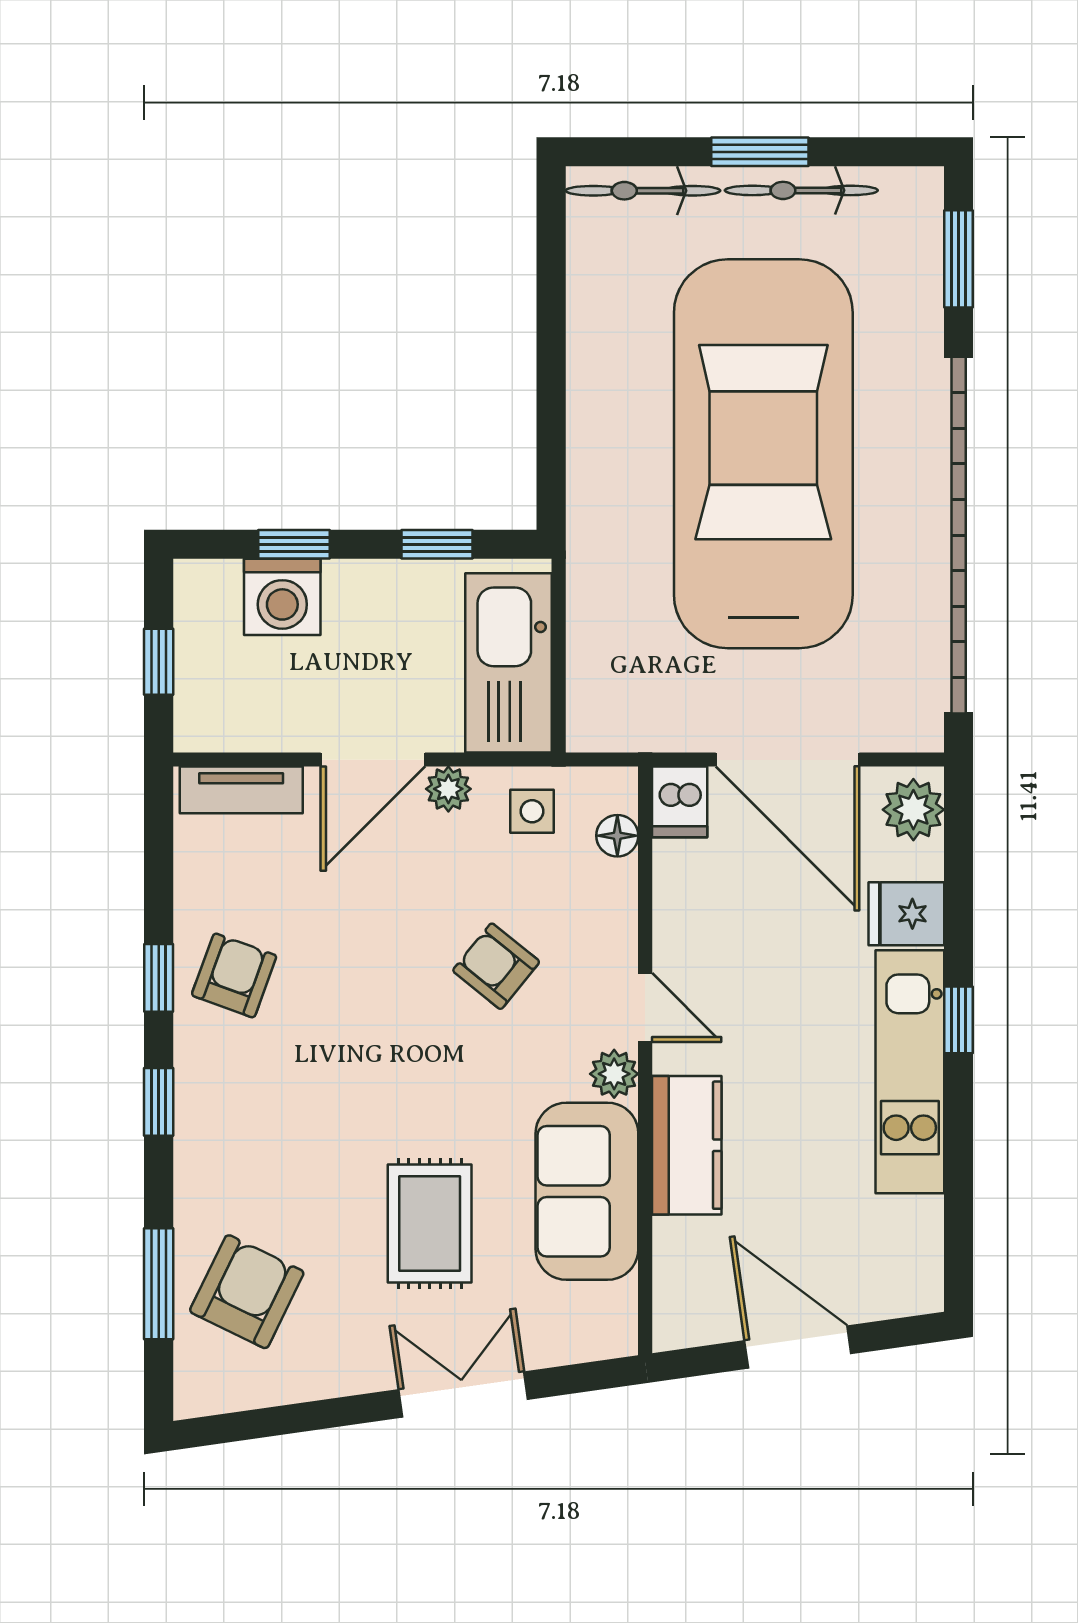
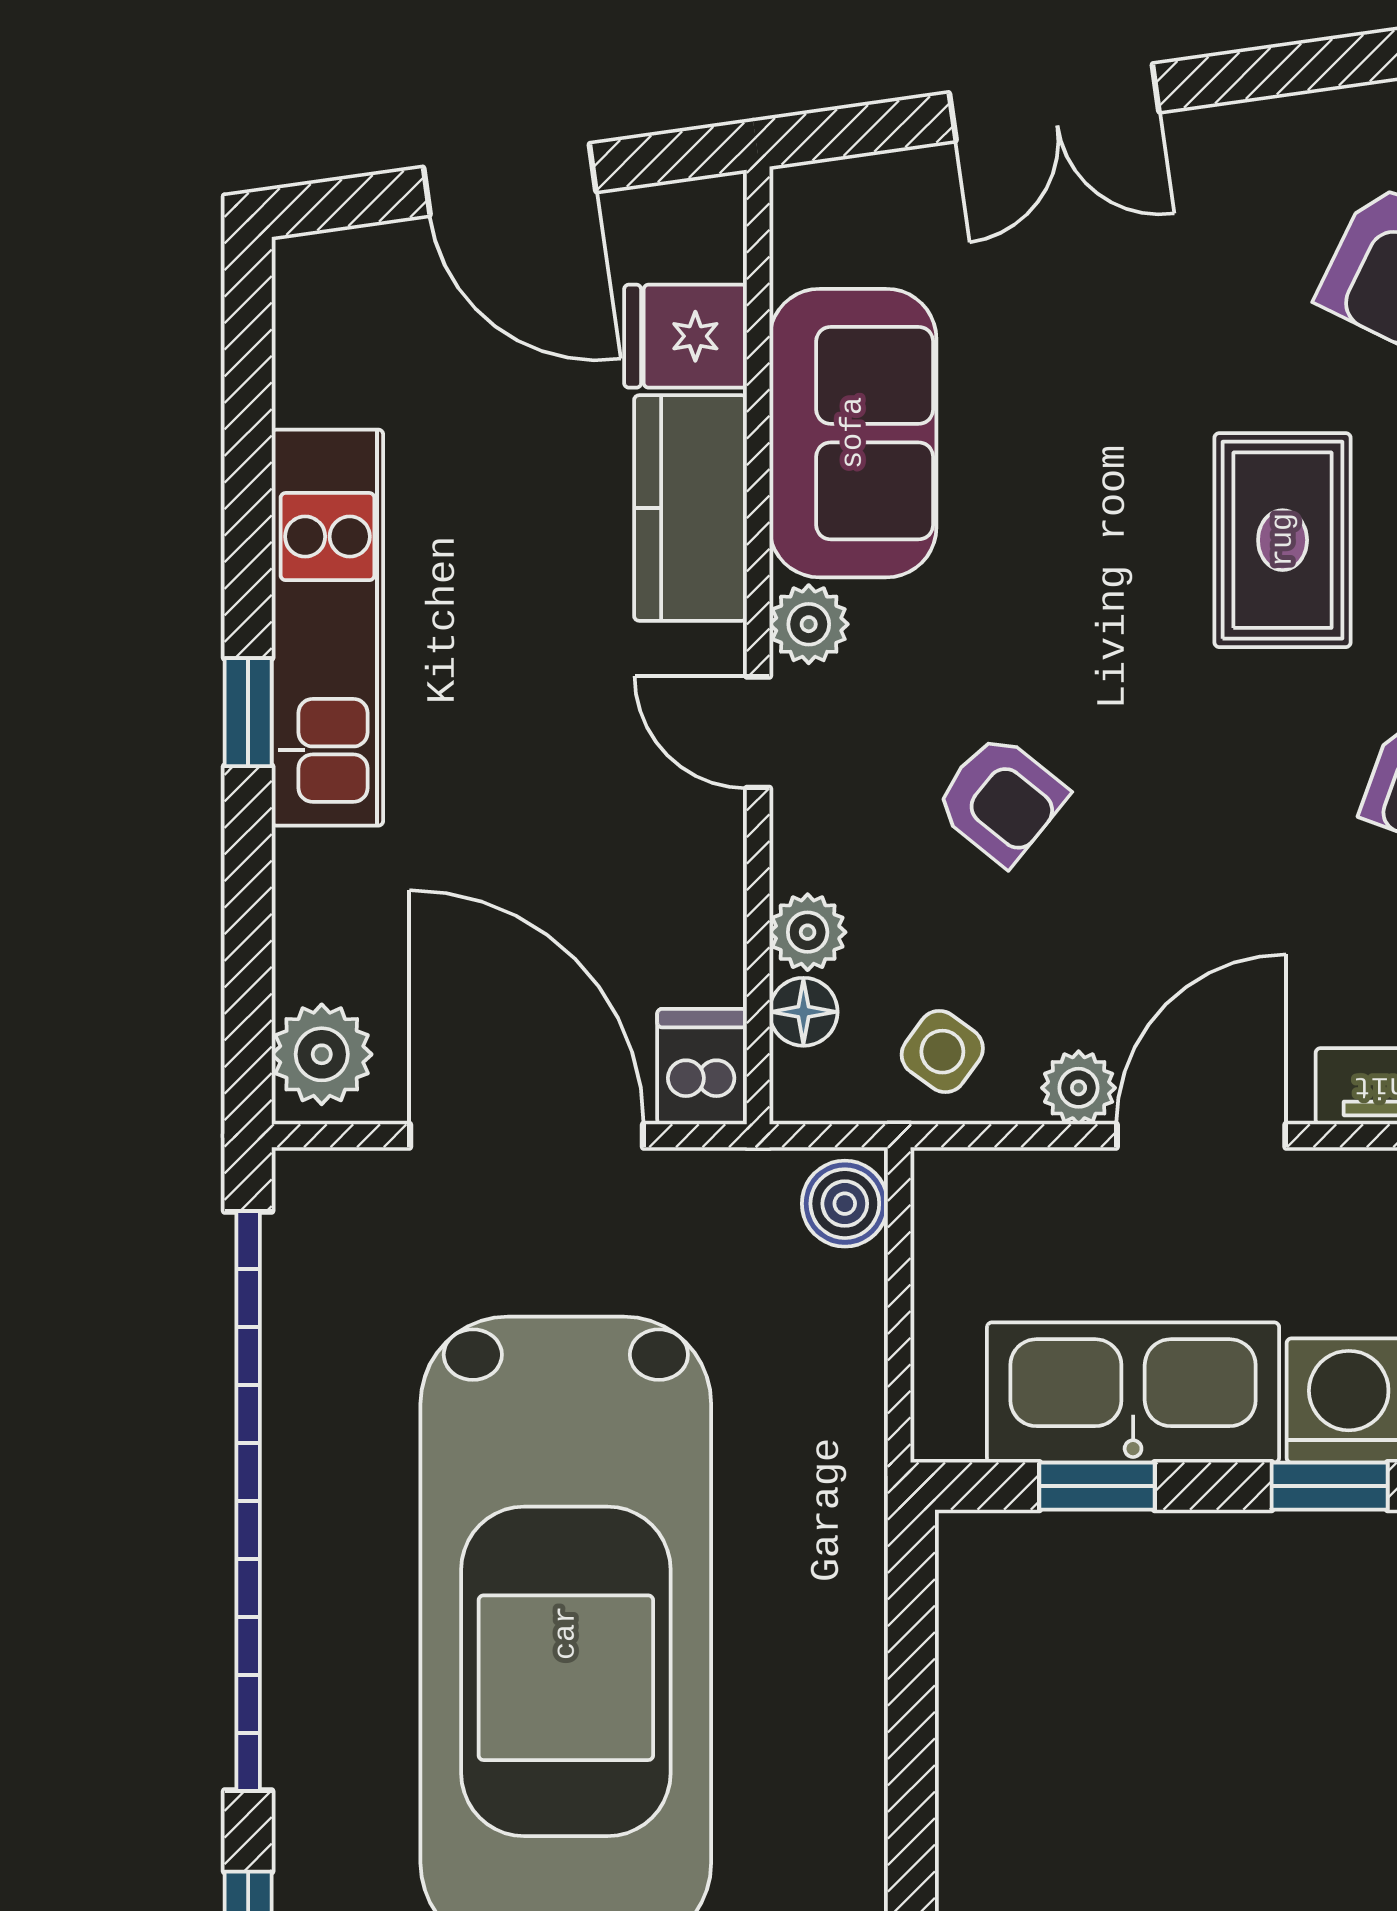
kitchen sink: (509, 663) -> (1133, 1393), moved, turned -90
boiler: (592, 718) -> (845, 1204), added
side table: (532, 811) -> (942, 1052), turned 36
plant: (615, 885) -> (808, 932), added
fridge: (906, 914) -> (685, 336), moved, turned 180
rug: (430, 1224) -> (1283, 540), moved

